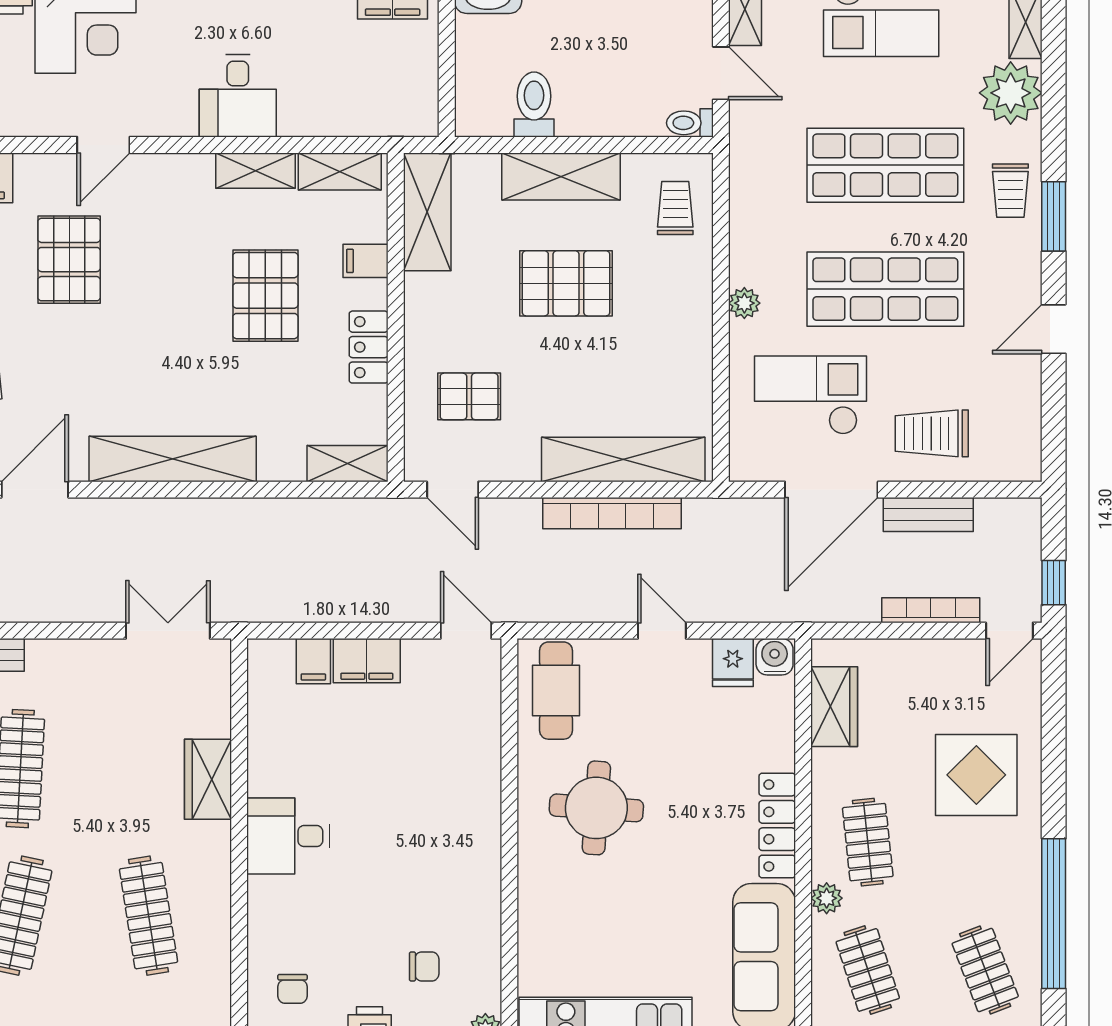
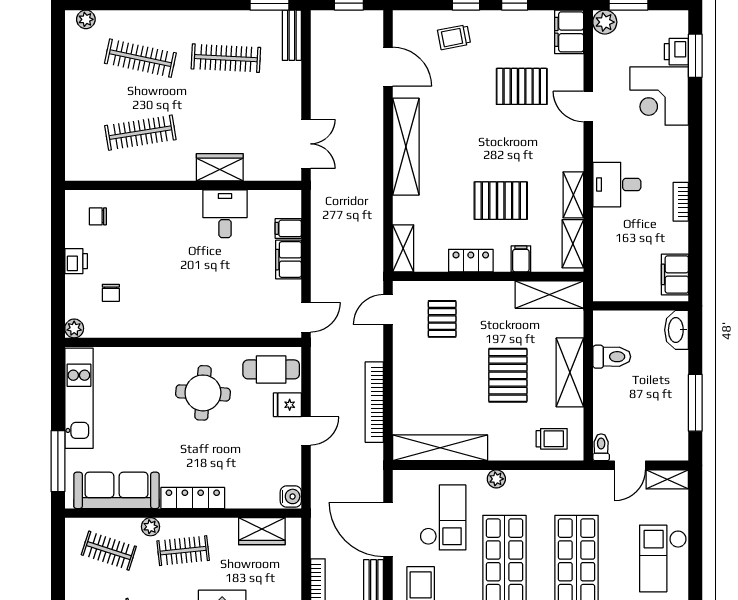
shelving: (623, 459) -> (440, 448), moved, turned 90
fridge: (733, 663) -> (287, 405), moved
desk: (288, 836) -> (225, 214), moved
clothes rail: (868, 970) -> (109, 551), turned 36

